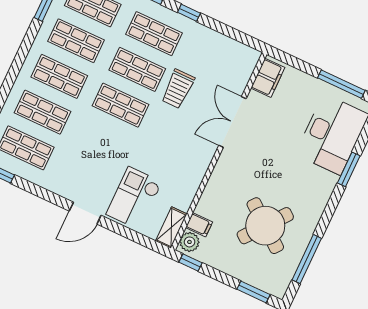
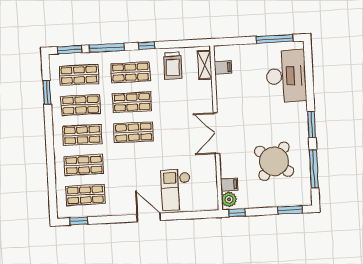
filing cabinet: (268, 78) -> (223, 67), width x0.50
trolley: (178, 89) -> (173, 66), moved
double door: (232, 122) -> (216, 133), moved
window: (349, 169) -> (312, 124), moved
door: (85, 213) -> (149, 217), swing flipped
shelving: (171, 227) -> (205, 65), moved

